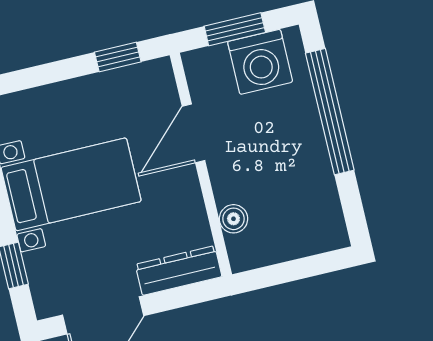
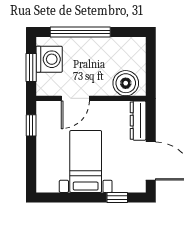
door: (194, 133) -> (75, 98), hinge flipped
boiler: (233, 219) -> (126, 83), width x1.86, depth x1.86

